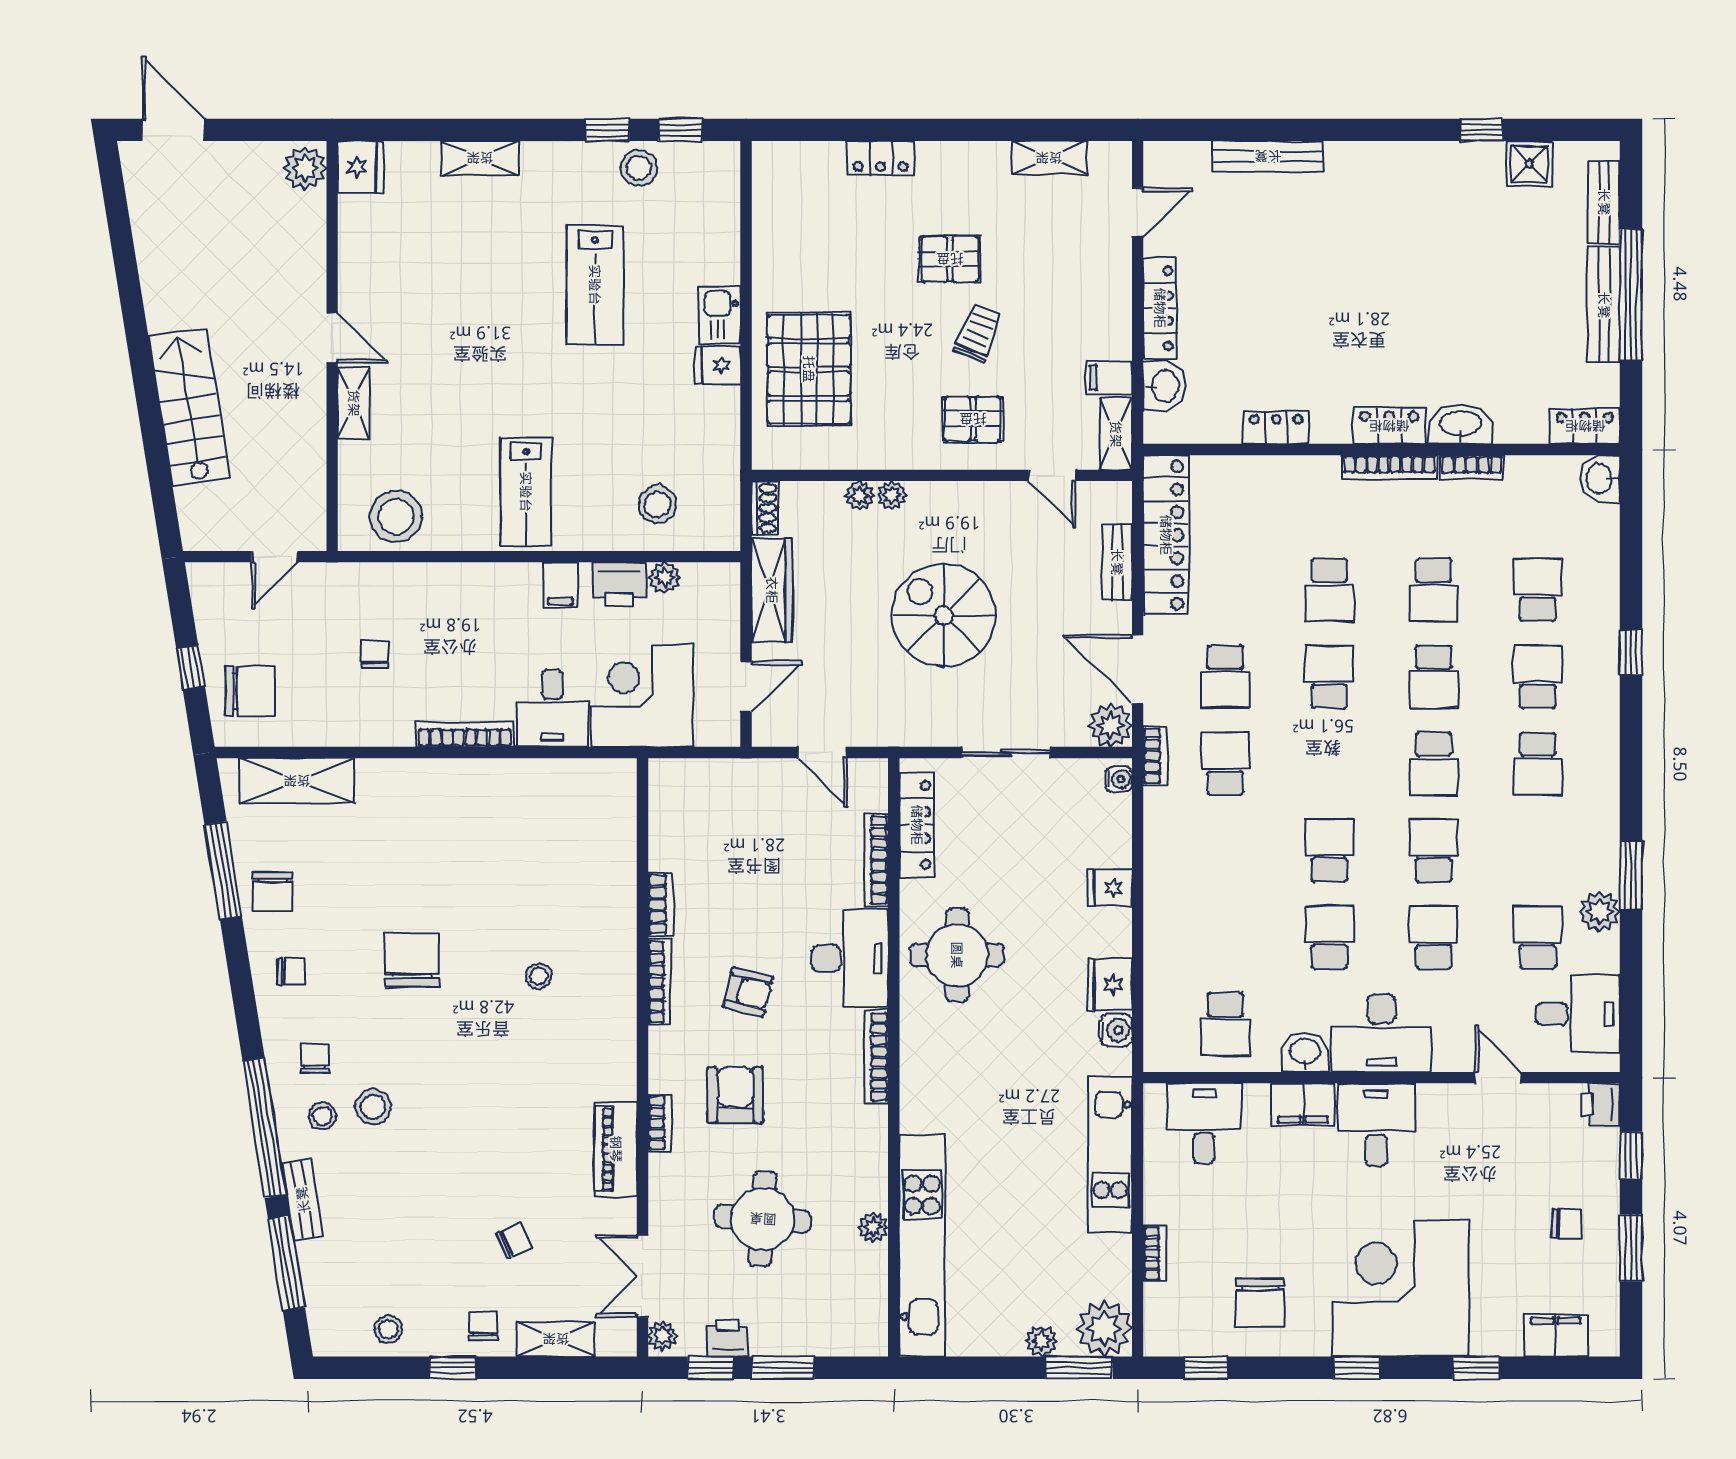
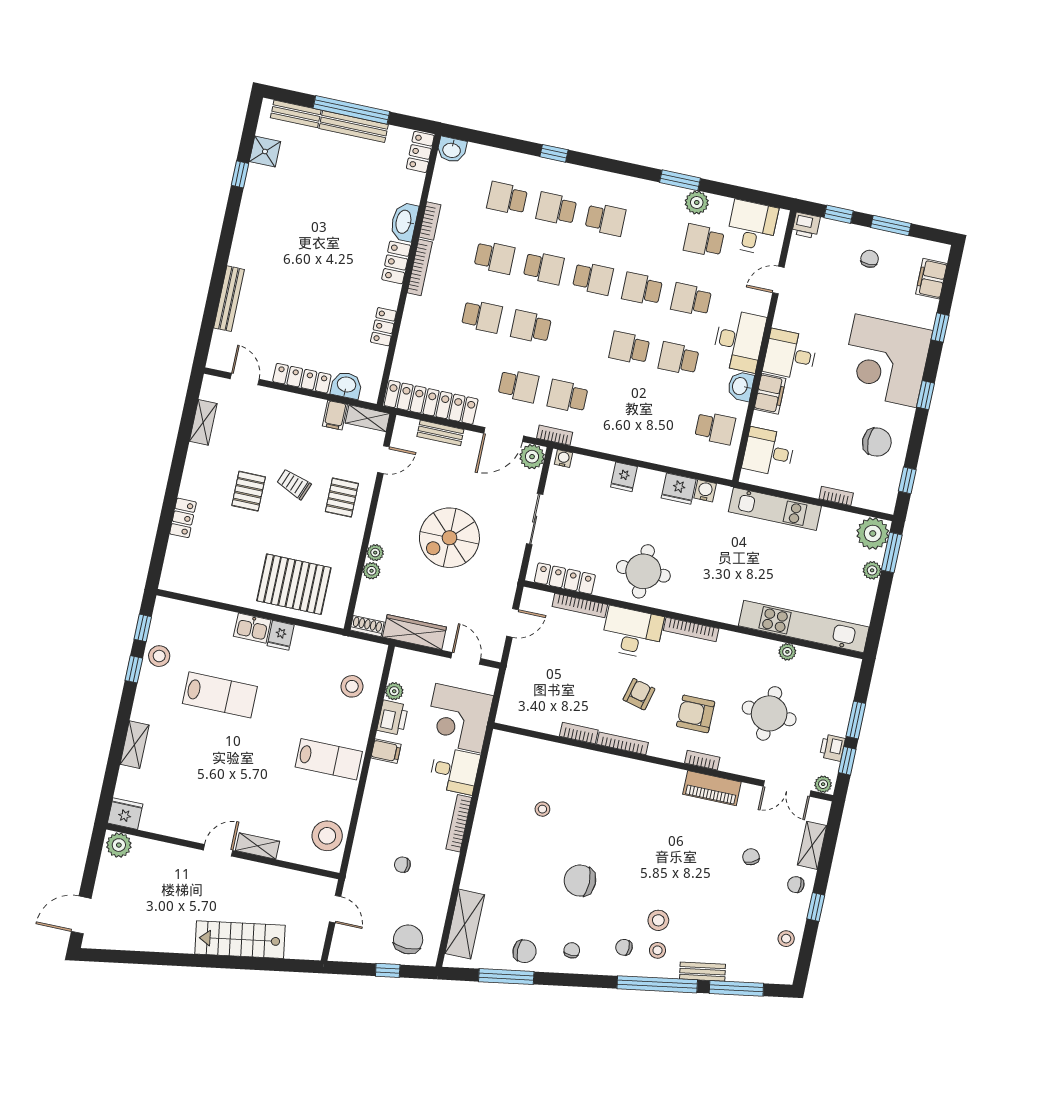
stool: (539, 976) -> (542, 809), moved

